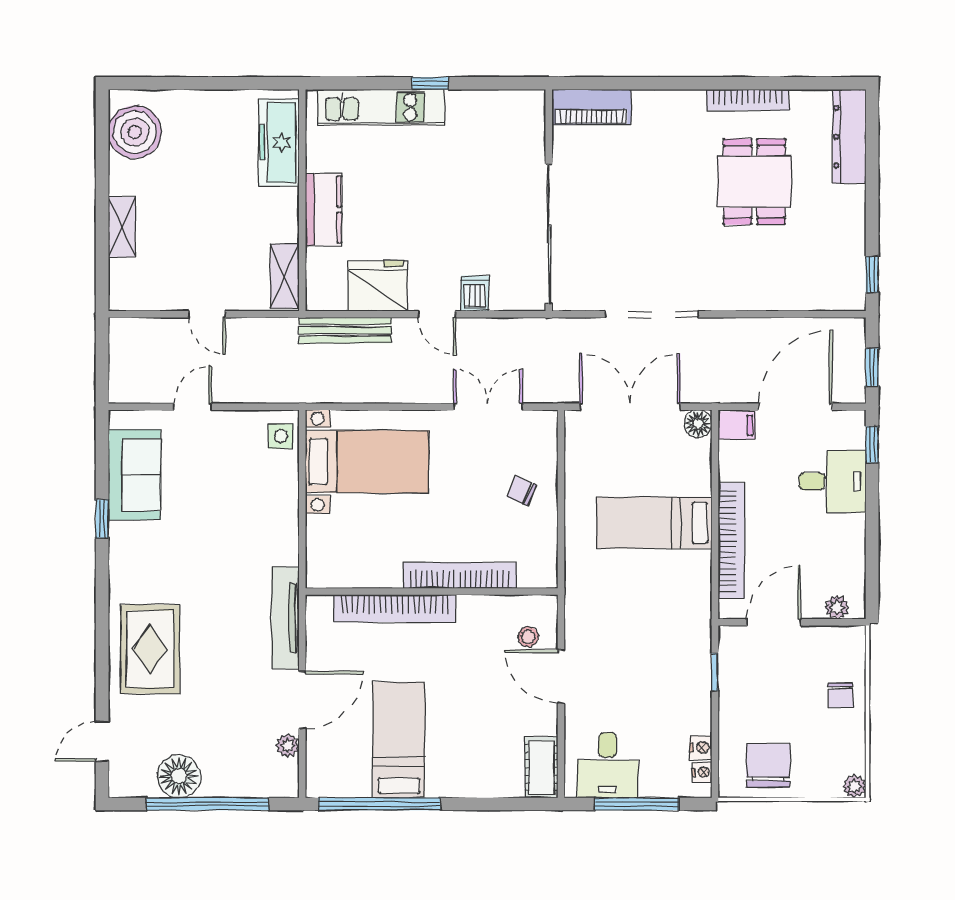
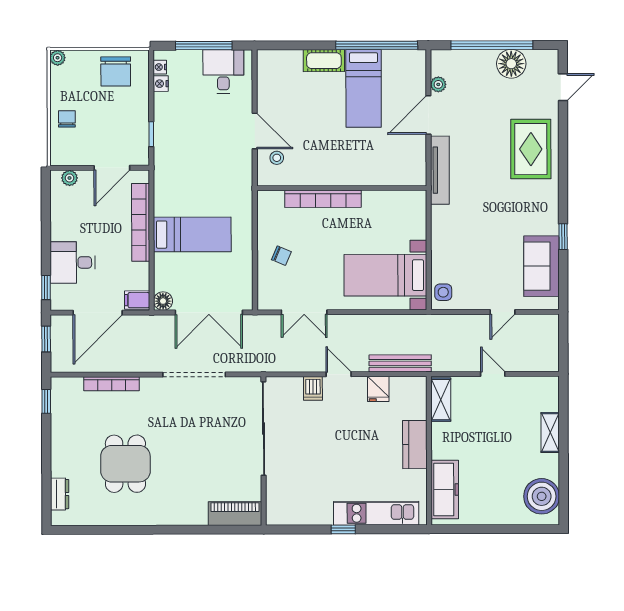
bookcase: (748, 100) -> (112, 384), moved, turned 180
dresser: (849, 137) -> (60, 494), width x0.51, depth x0.80
fridge: (378, 286) -> (378, 389), width x0.53, depth x0.75
bookcase: (395, 608) -> (367, 177), removed
cot: (541, 767) -> (324, 61), moved, turned 90

